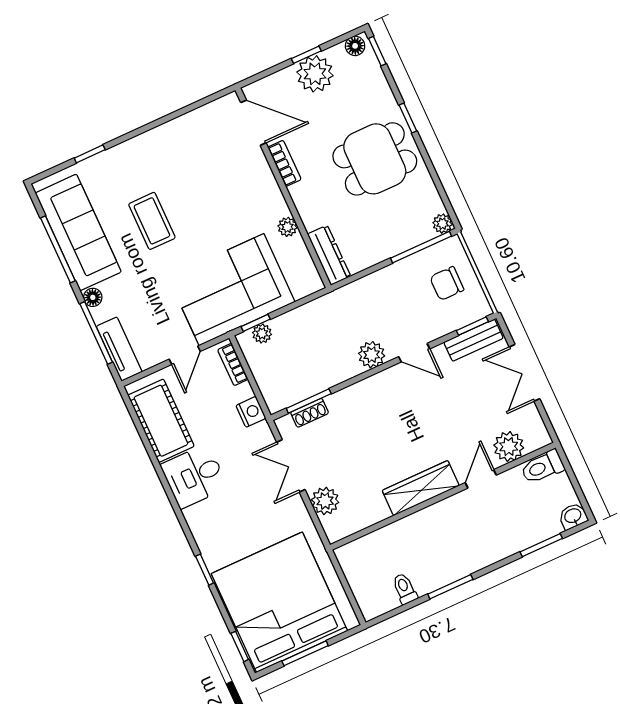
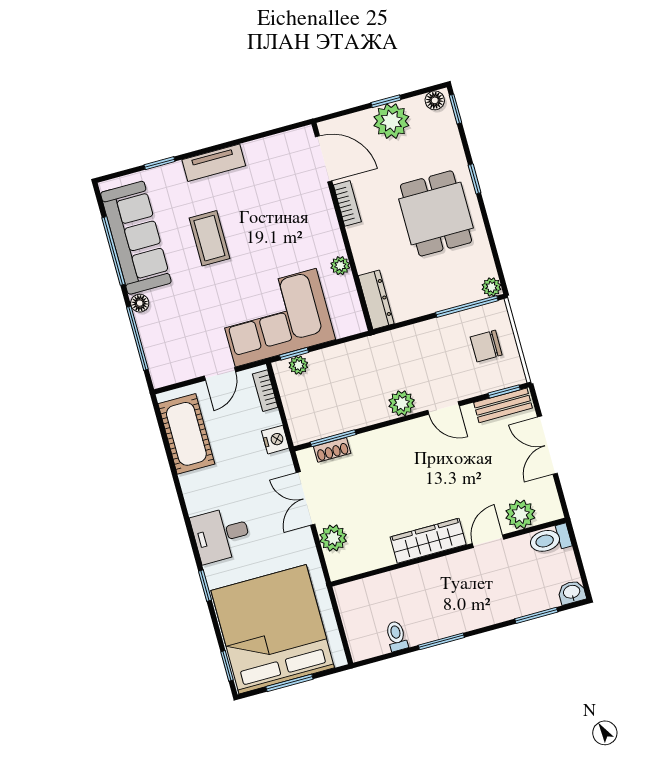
dining table: (375, 159) -> (436, 213), turned 90
tv unit: (119, 349) -> (214, 163), moved, turned 90
desk: (194, 476) -> (221, 535), moved

